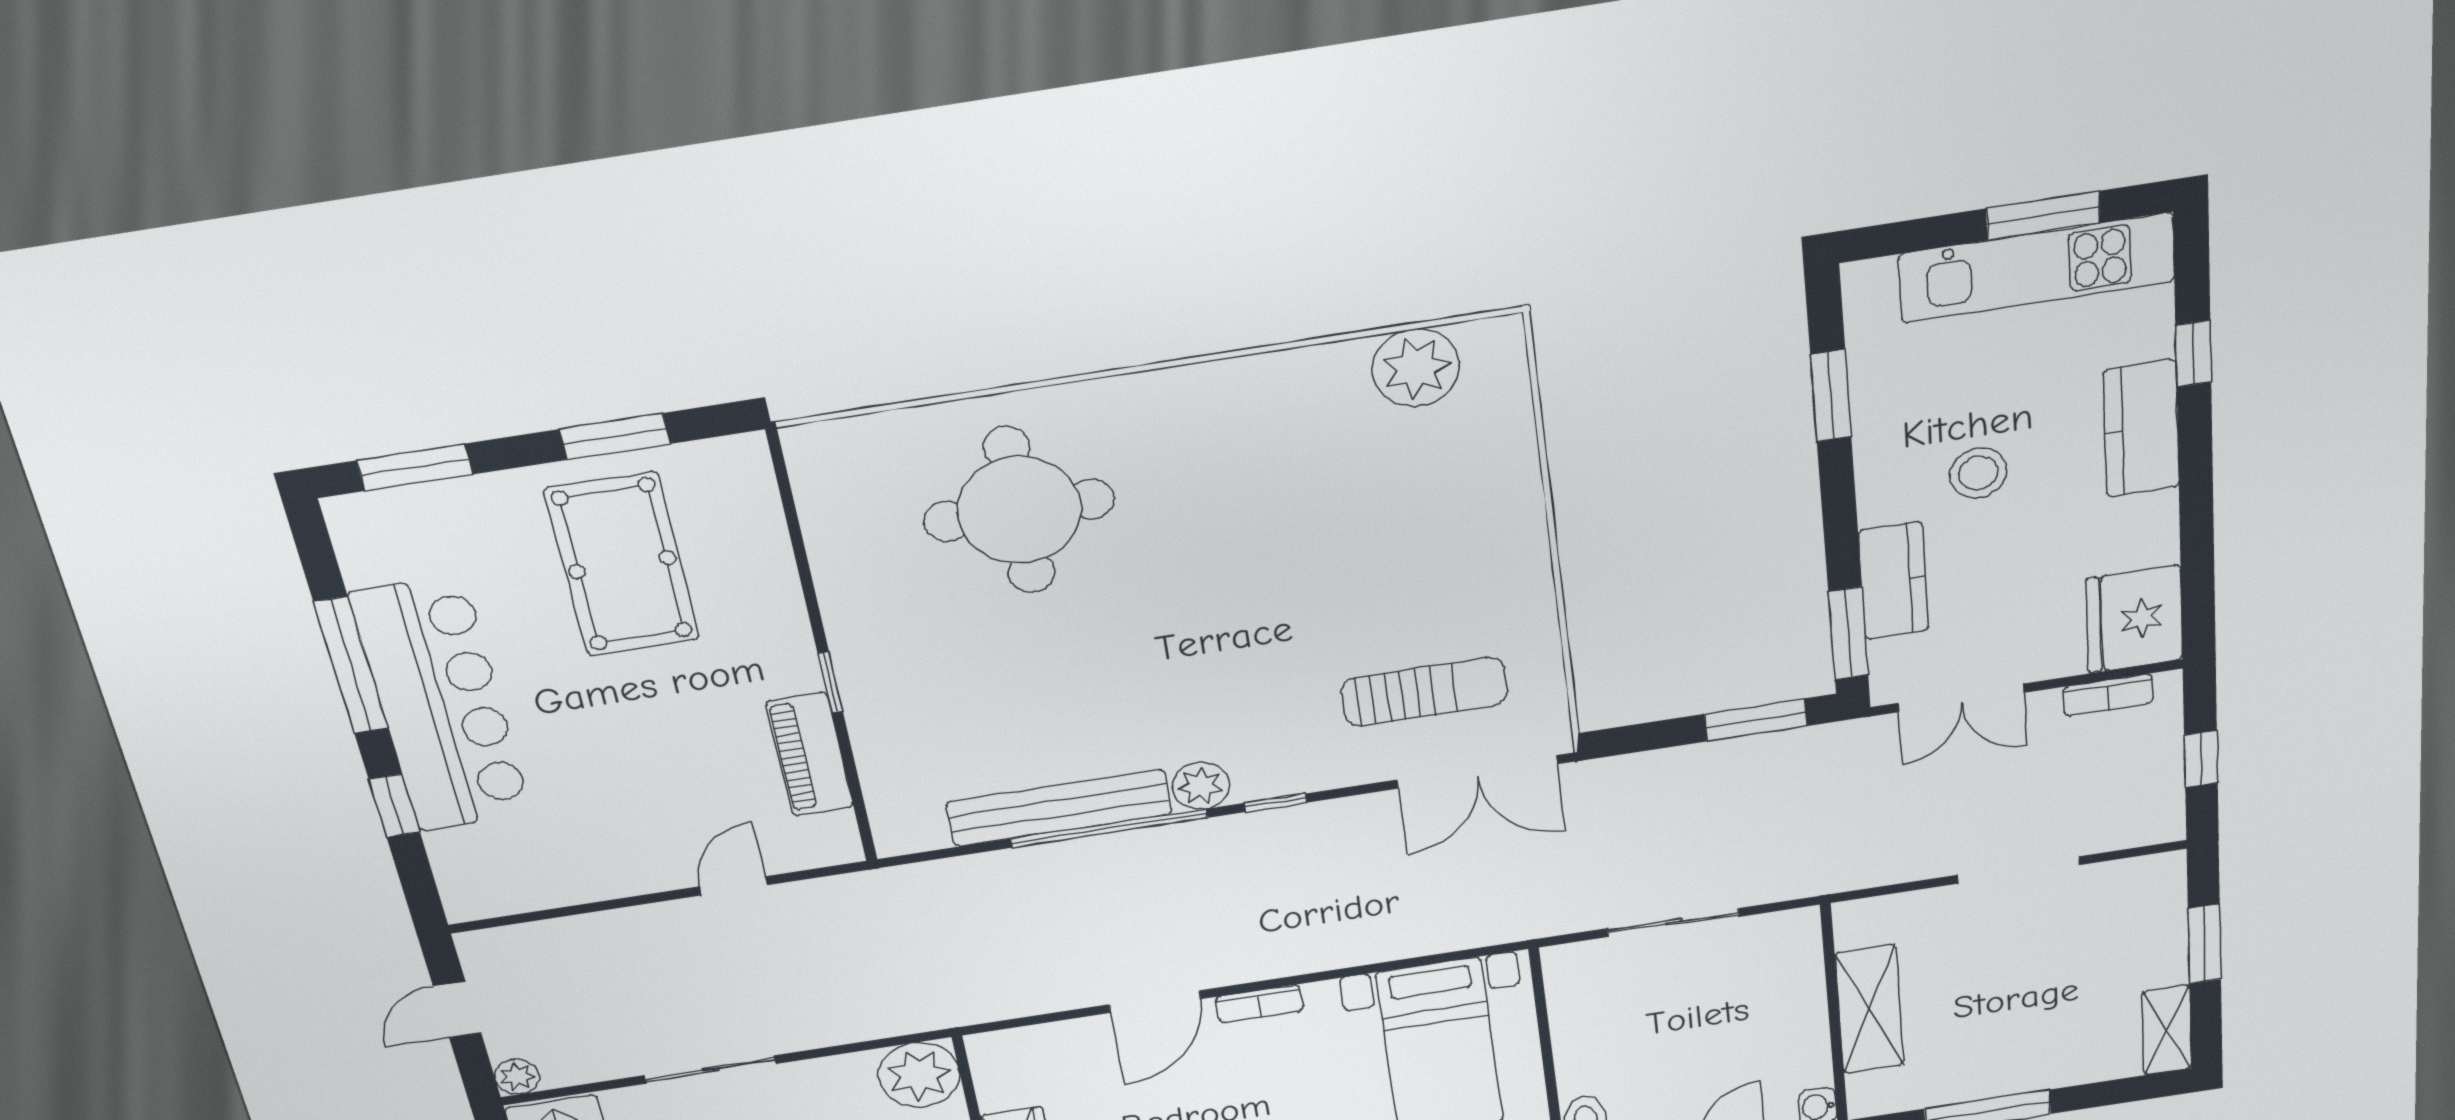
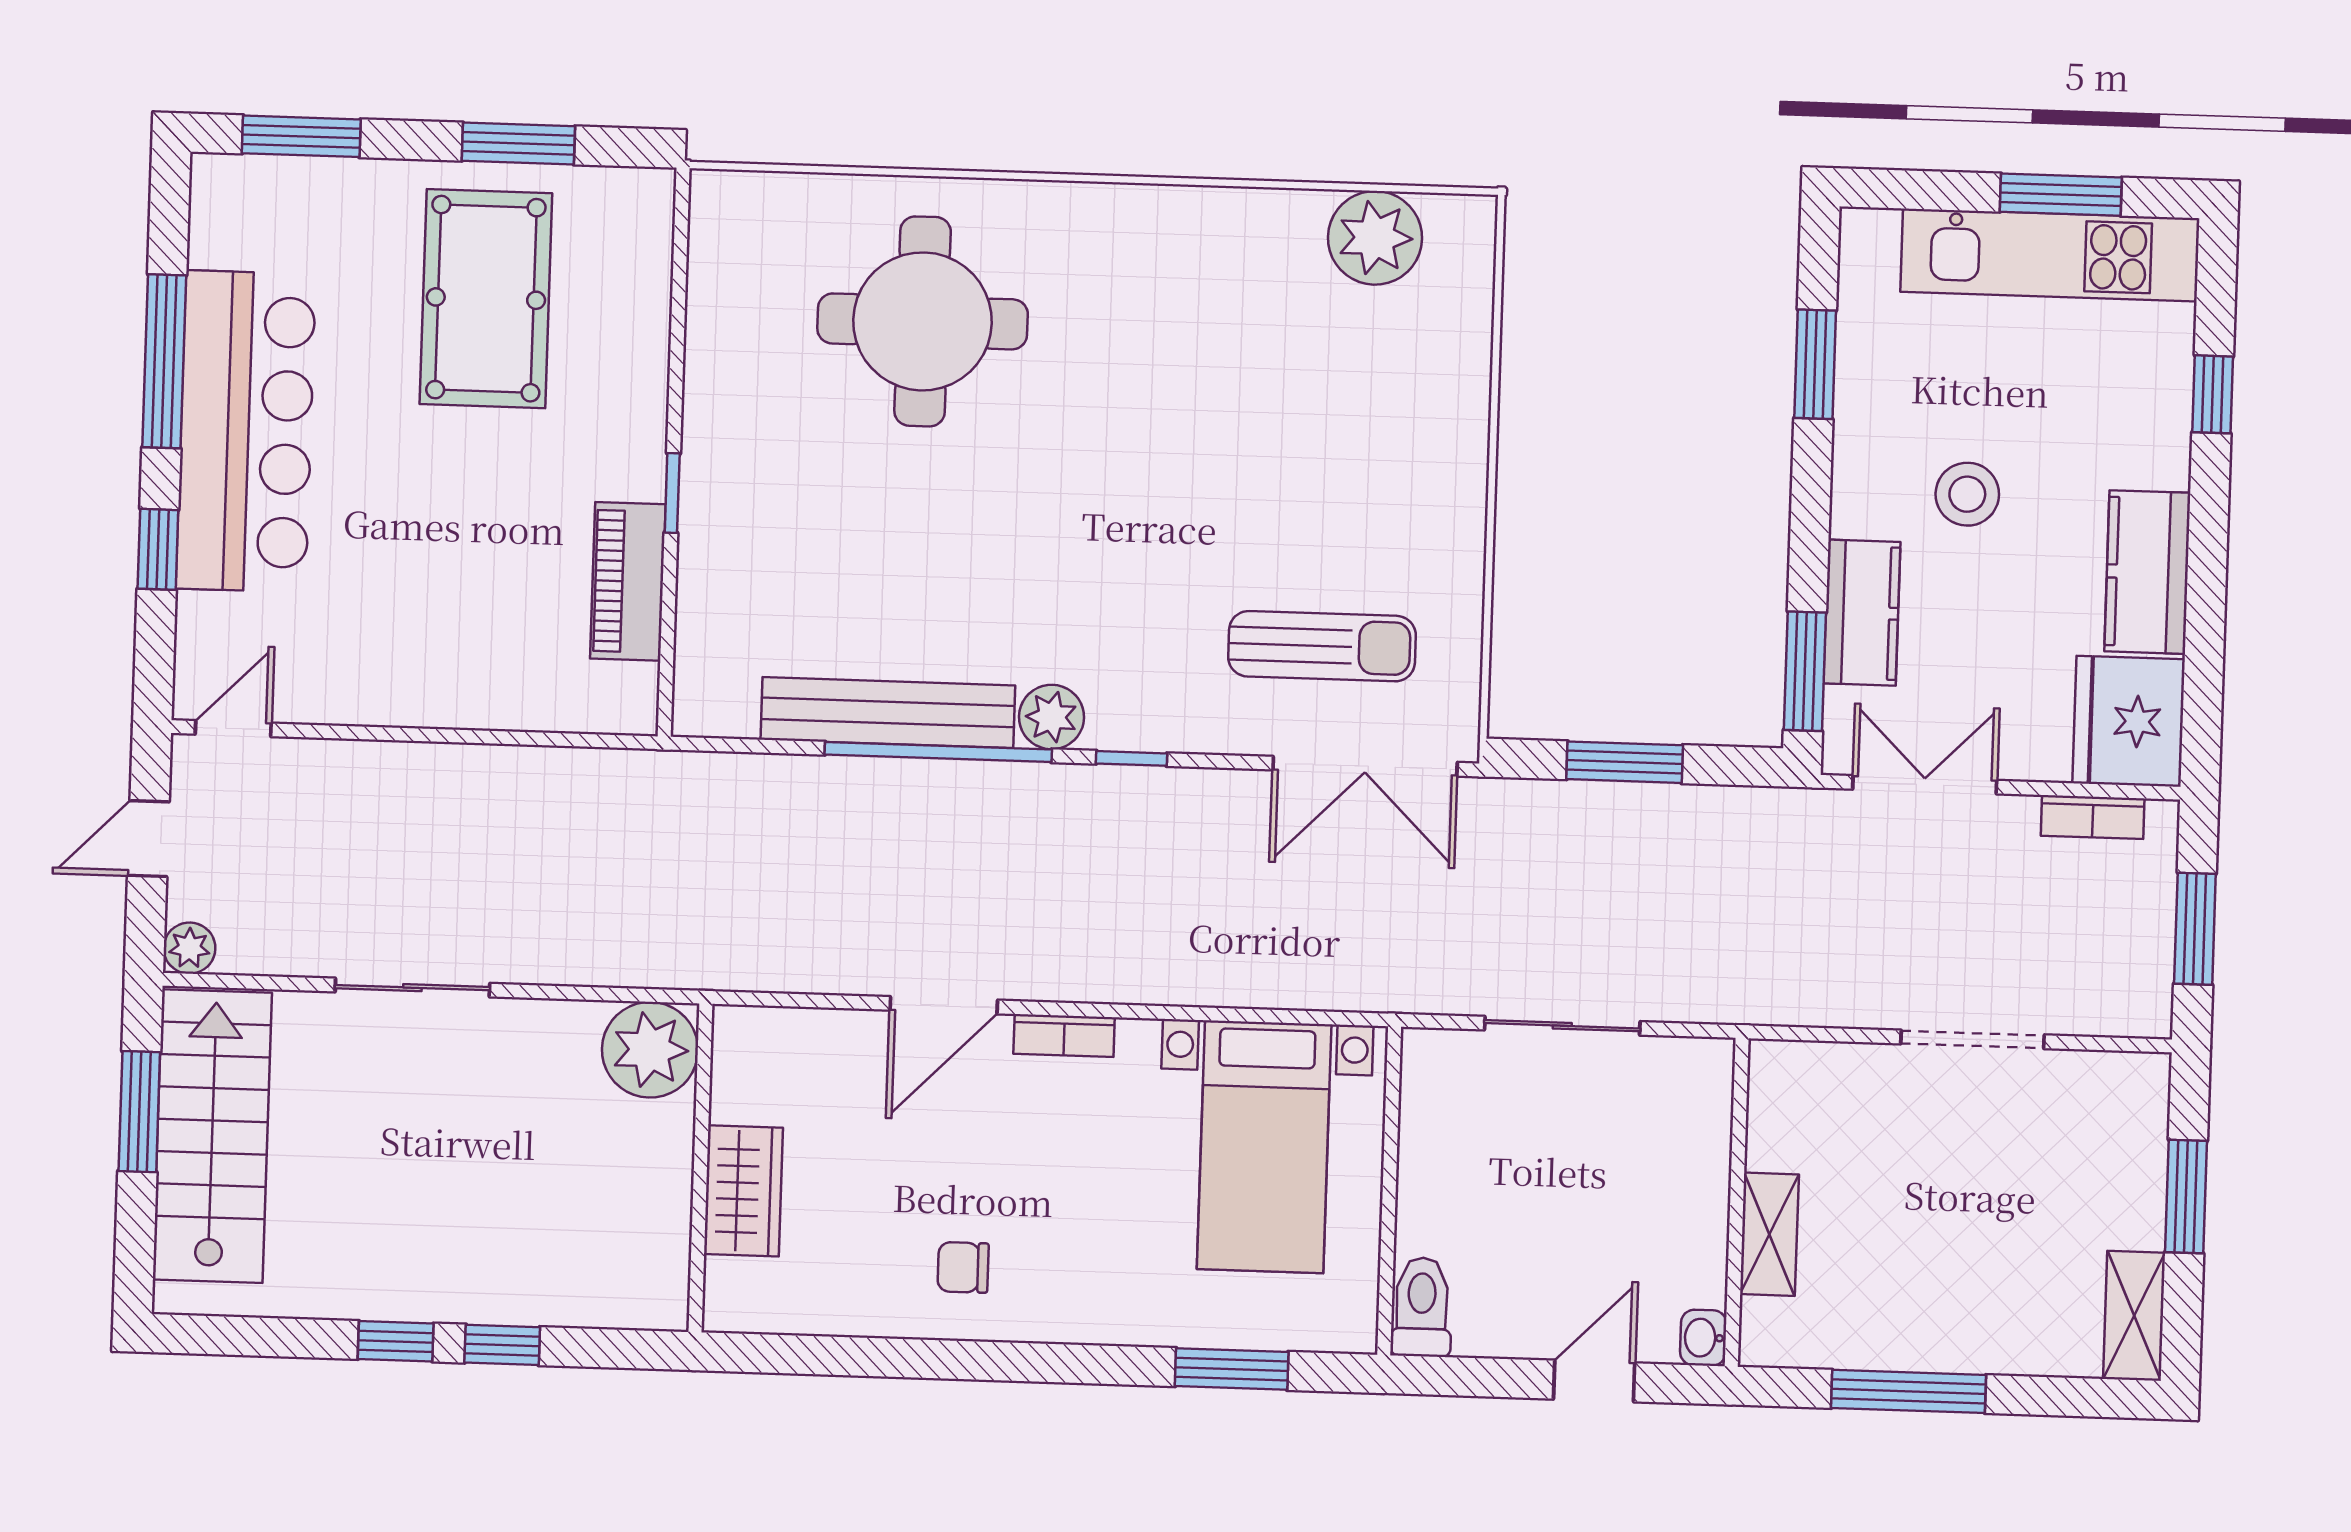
kitchen counter: (2141, 429) -> (2147, 572), moved
double door: (1961, 698) -> (1925, 785), swing flipped
window: (1756, 720) -> (1625, 762), moved
window: (2201, 759) -> (2195, 929), width x1.50
door: (733, 886) -> (233, 729), moved
shelving: (1869, 1009) -> (1769, 1234), width x0.67, depth x0.75

